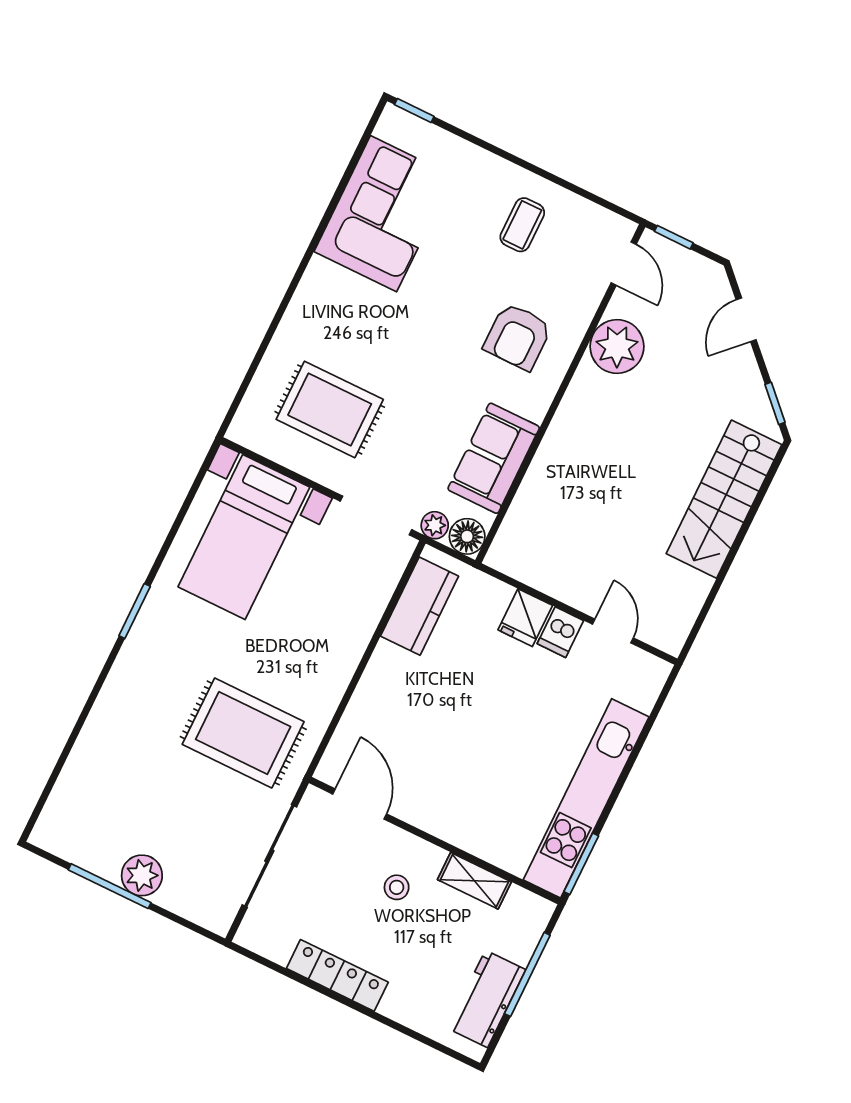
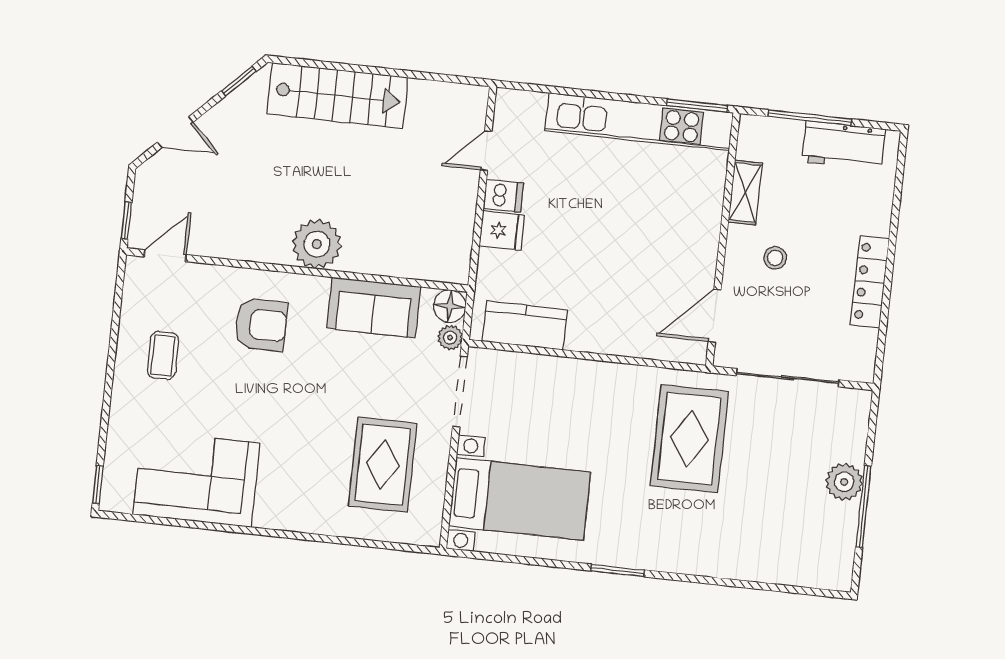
coffee table: (522, 225) -> (163, 355), turned 90
plant: (617, 347) -> (317, 244), moved

